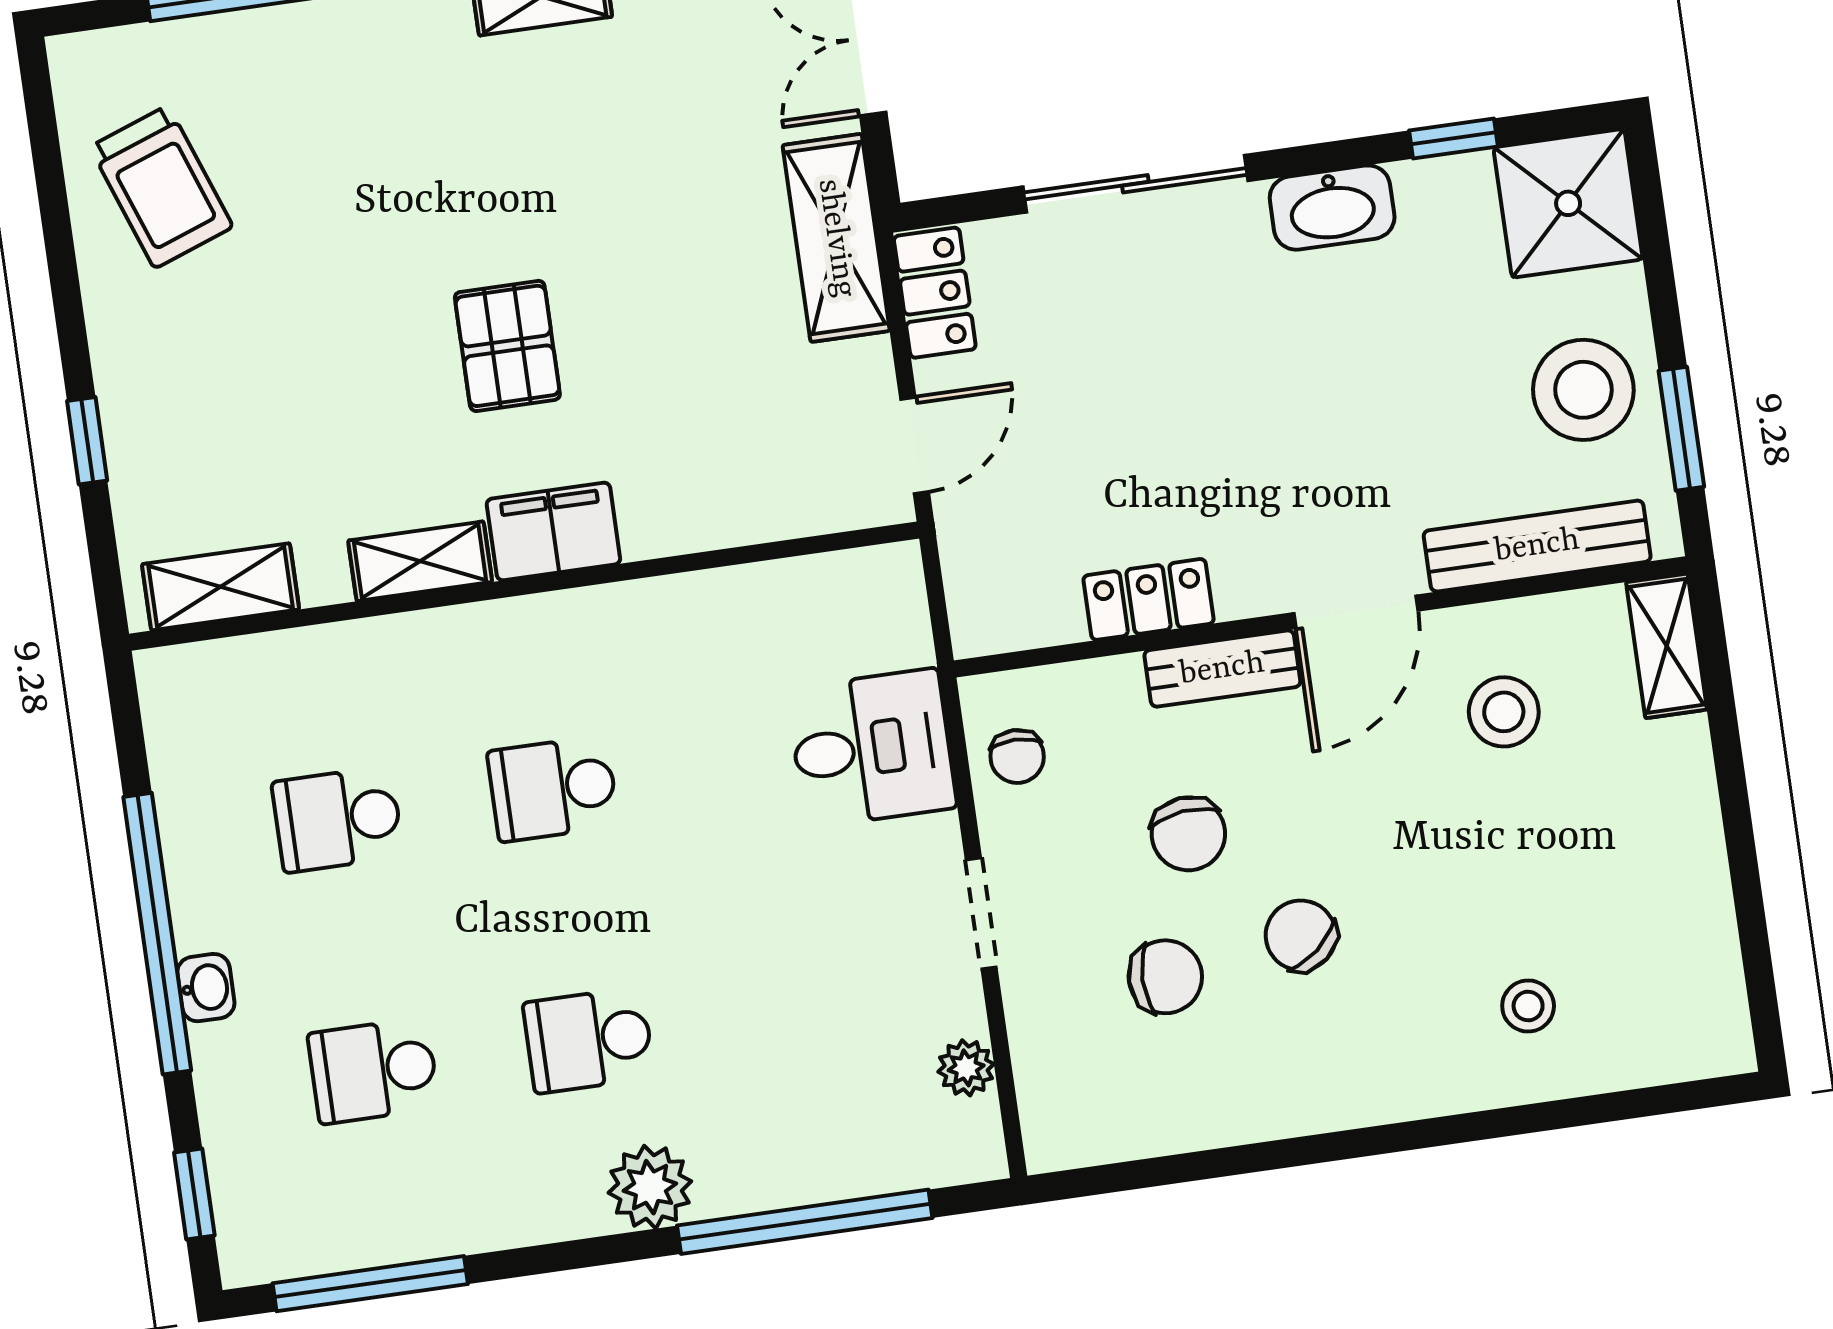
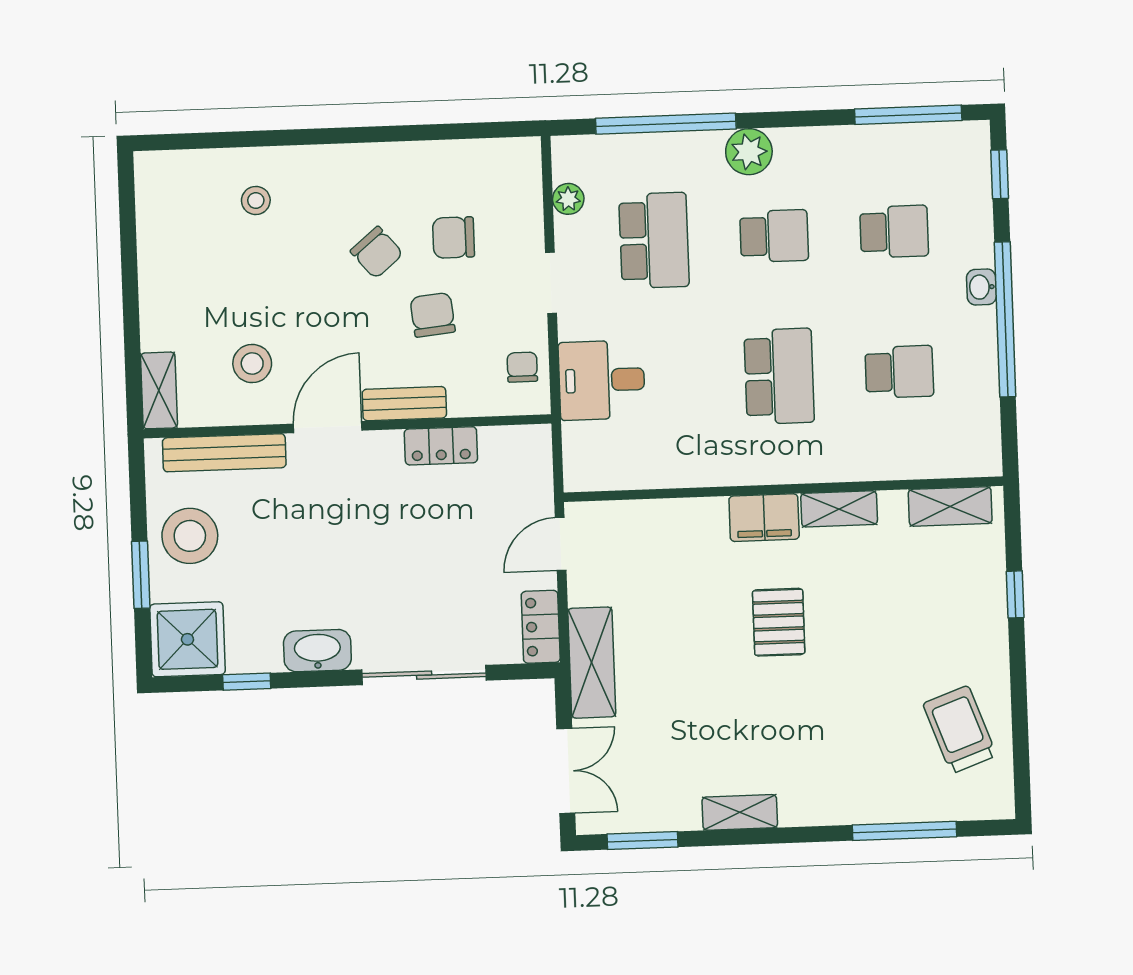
window: (1681, 429) -> (141, 575), moved
school desk: (553, 789) -> (779, 376), width x1.85
school desk: (804, 1009) -> (654, 240), added

